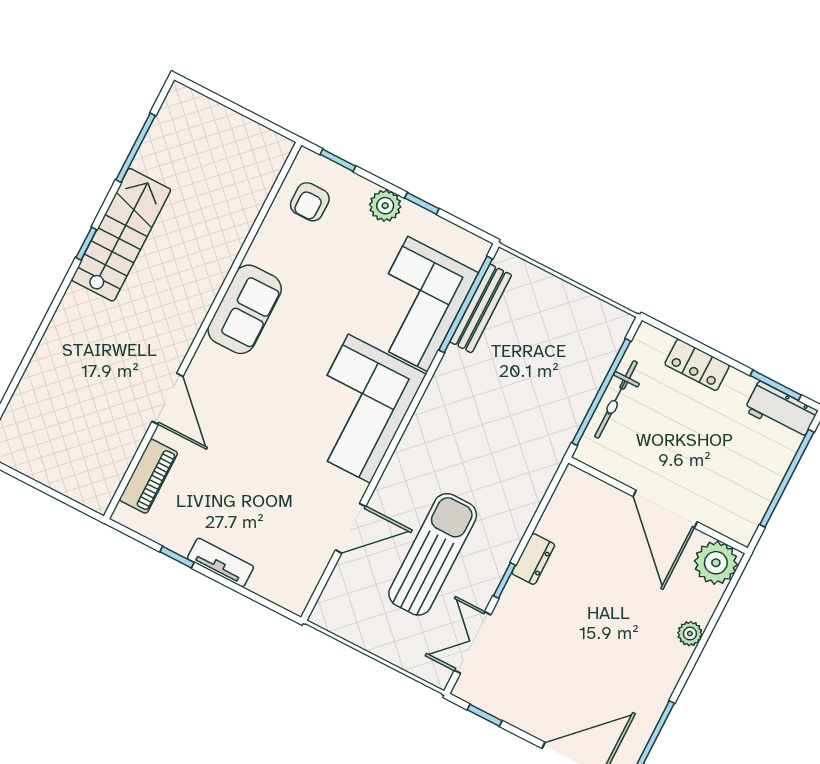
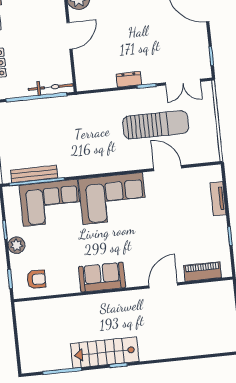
bicycle: (616, 399) -> (51, 87), moved
door: (665, 509) -> (69, 36), width x0.73
sun lounger: (433, 554) -> (156, 125), turned 180
tv unit: (220, 563) -> (218, 199), moved

